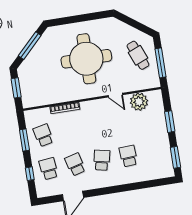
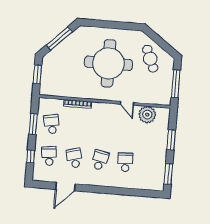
cafe table: (138, 55) -> (150, 59), moved

